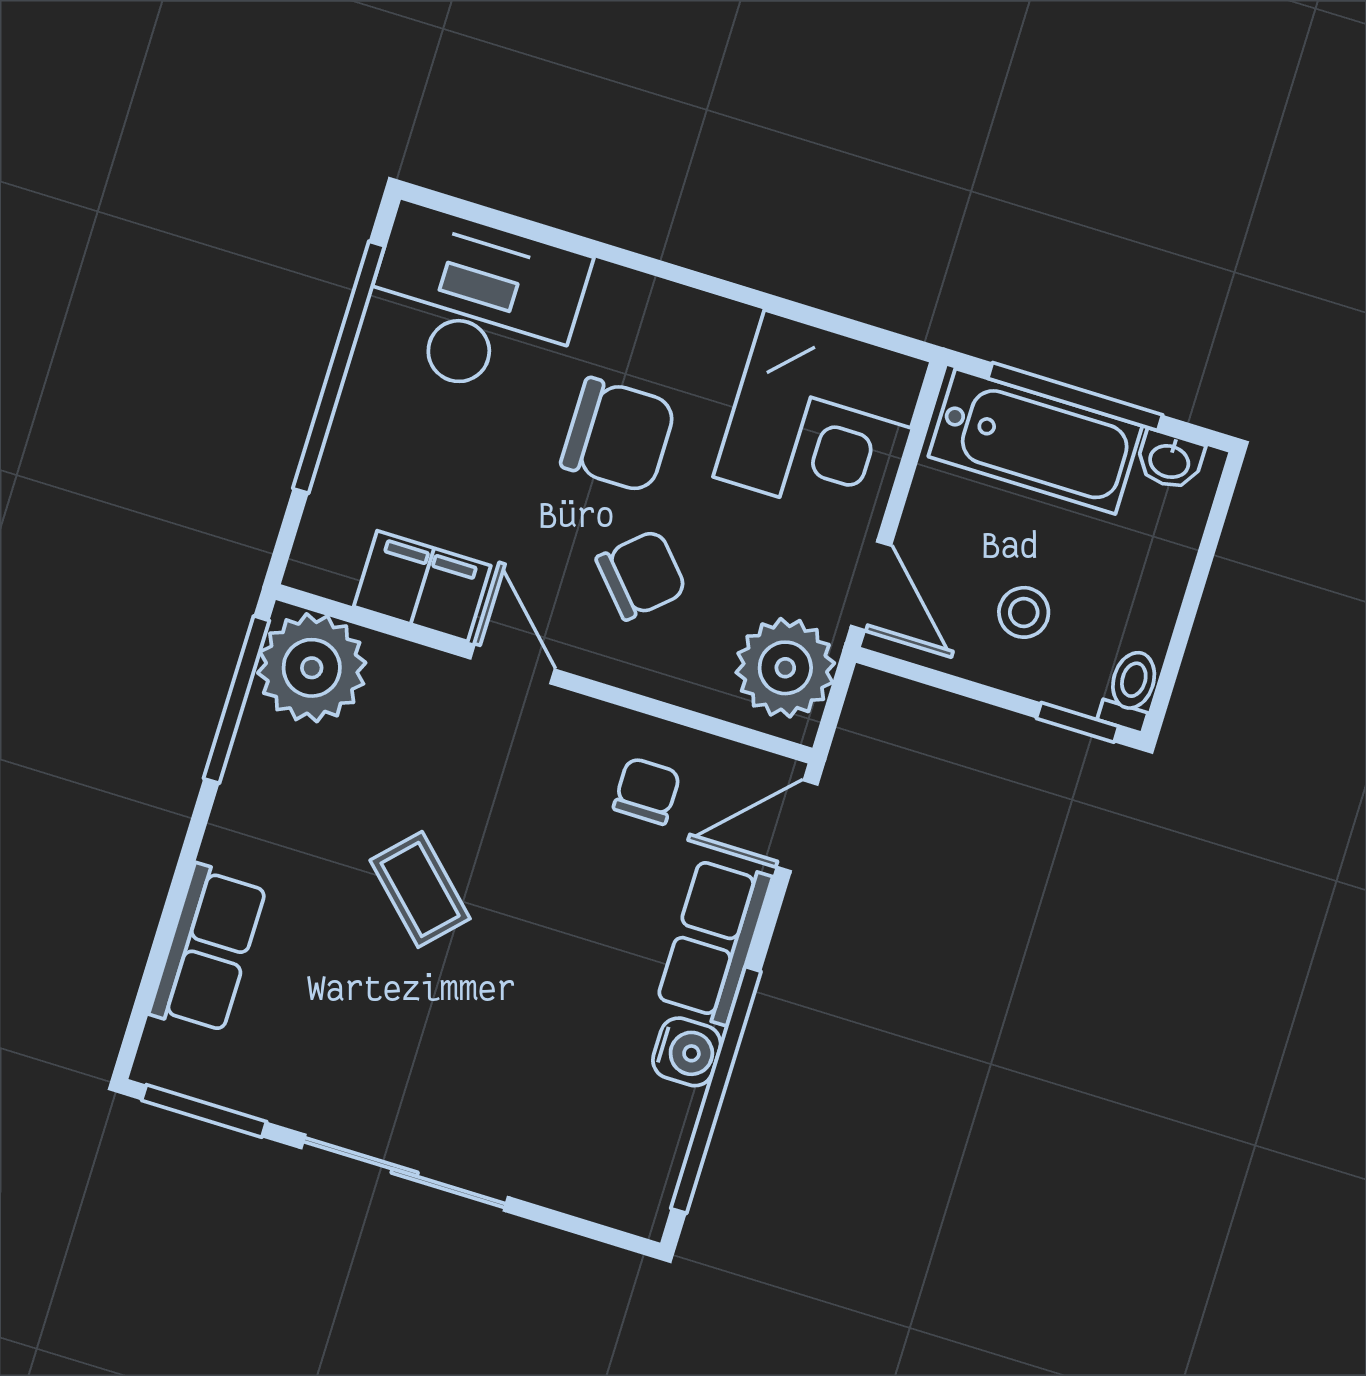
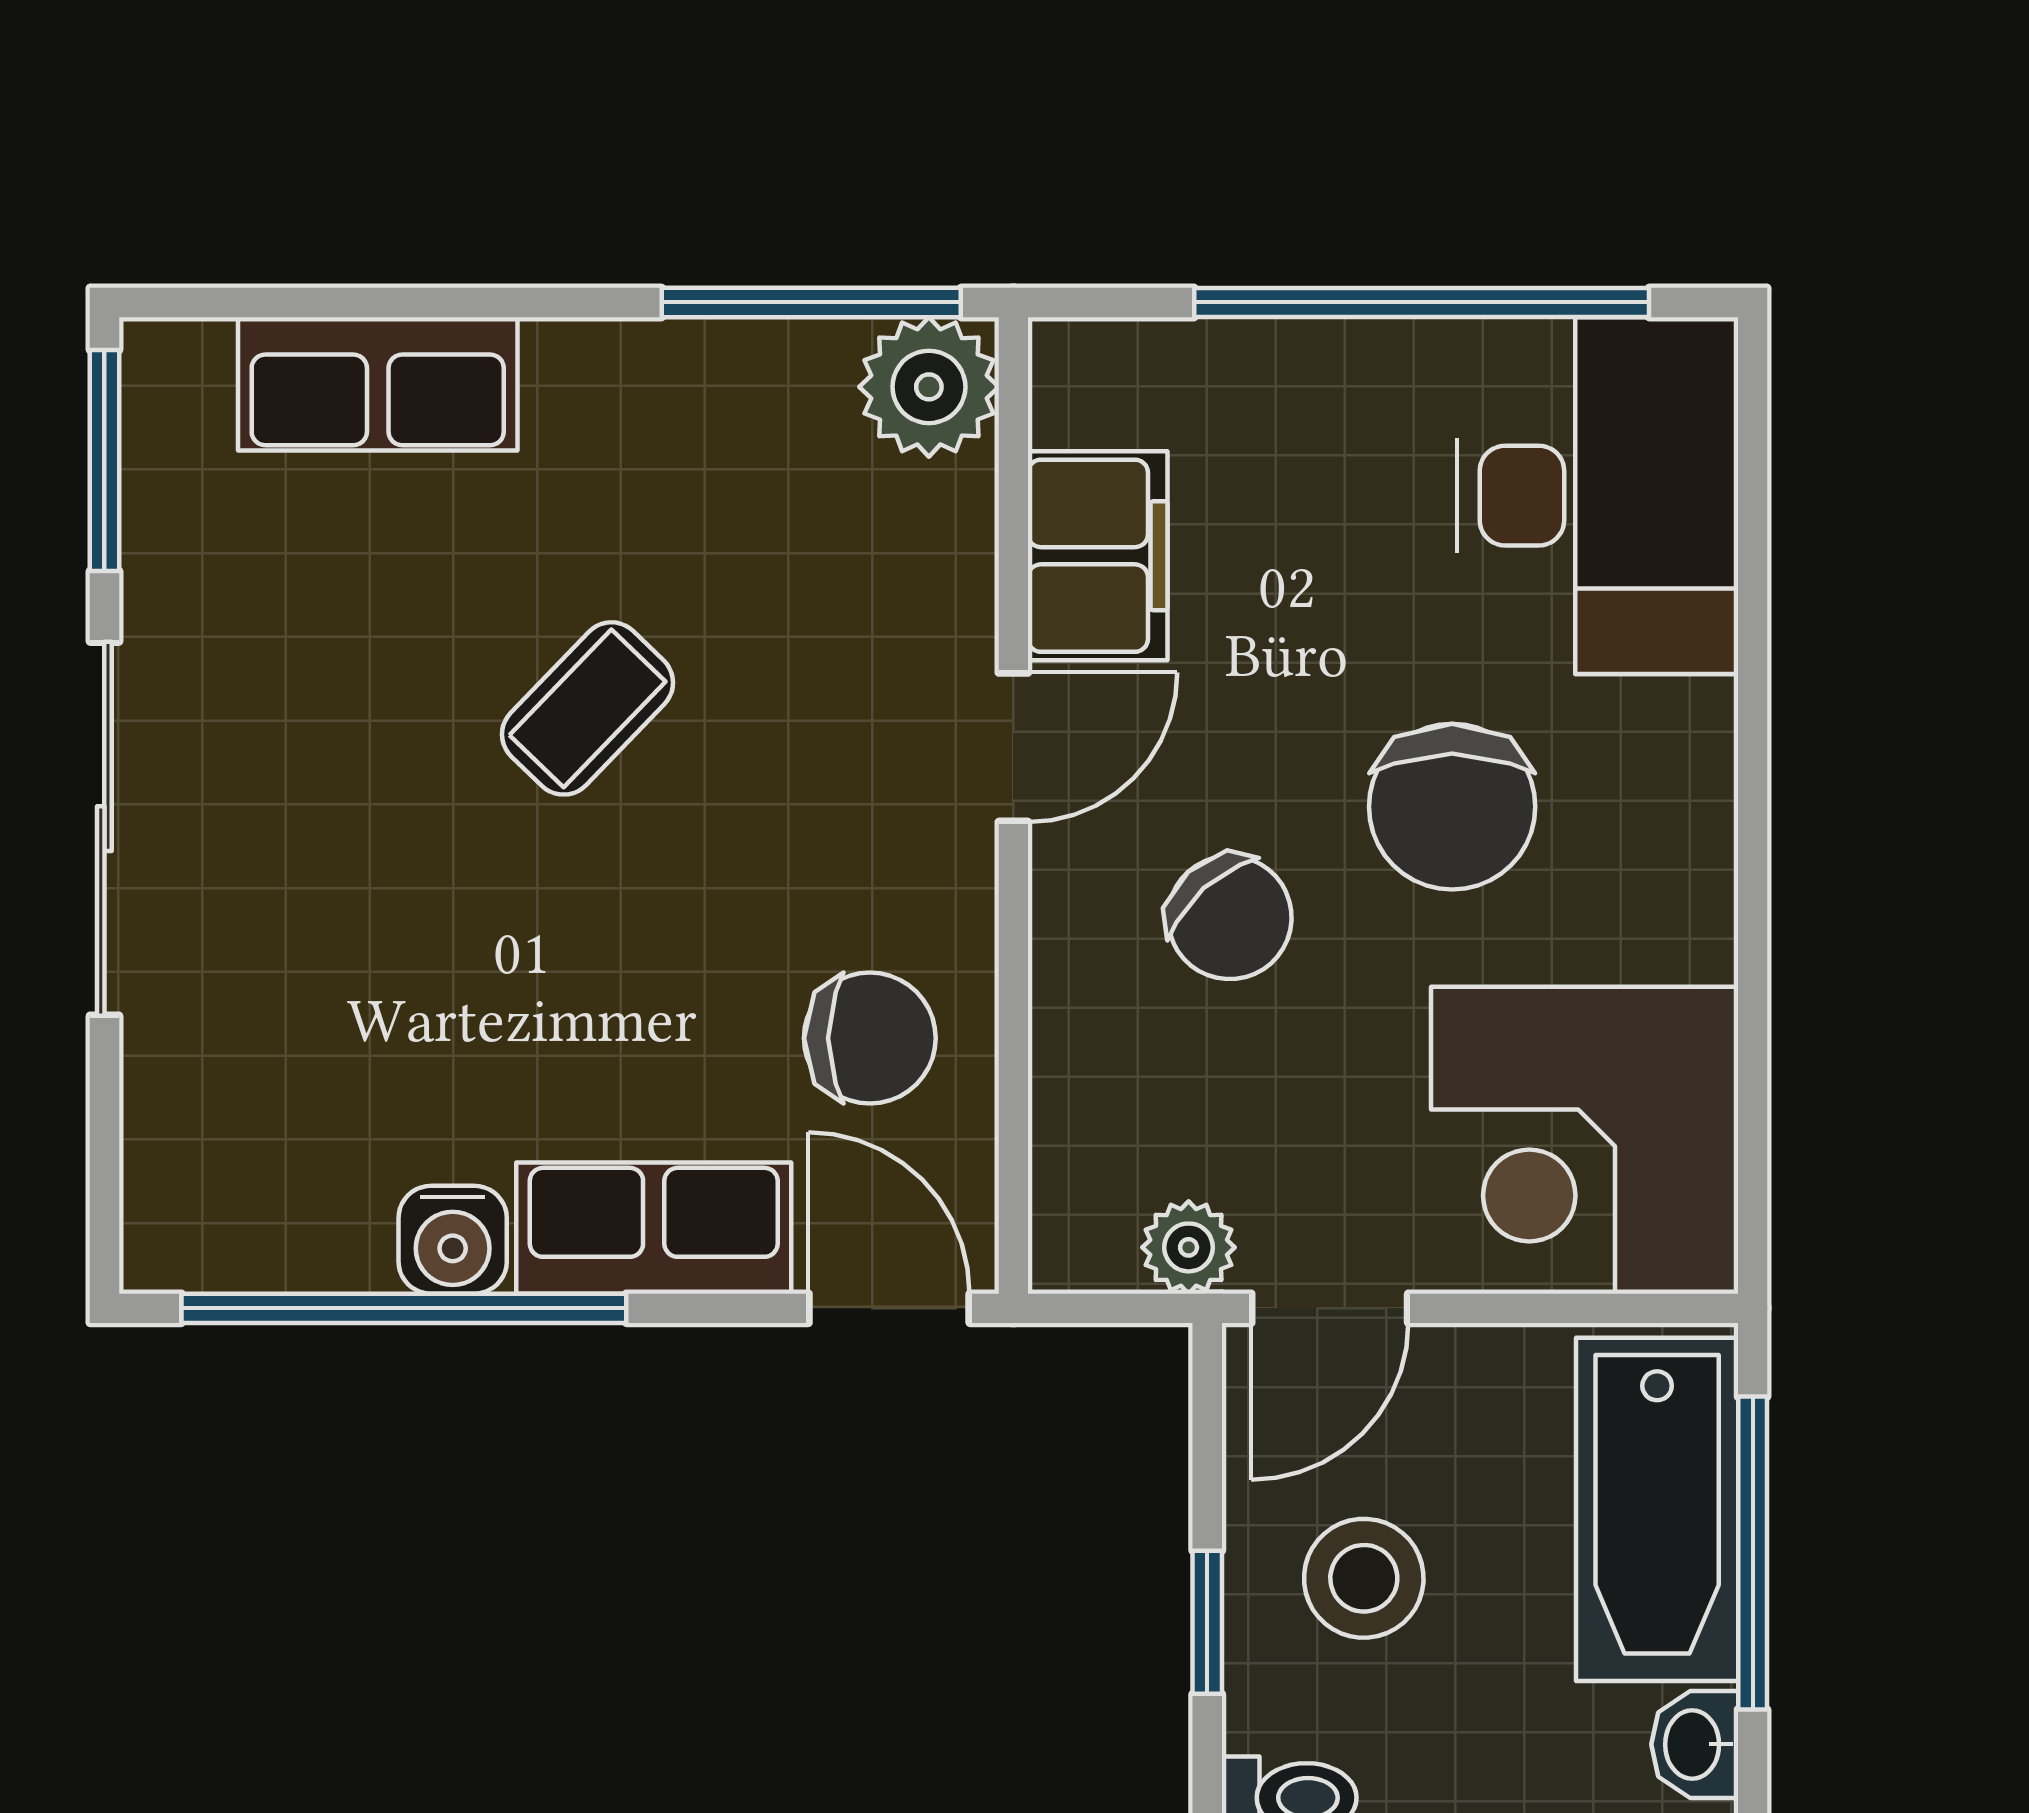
stool: (1024, 612) -> (1364, 1578), width x1.37, depth x1.37
plant: (312, 668) -> (929, 387), width x0.73, depth x0.73
plant: (785, 668) -> (1189, 1247), width x0.53, depth x0.53
window: (1078, 722) -> (1207, 1622), moved
chair: (647, 791) -> (870, 1038), width x1.37, depth x1.37

